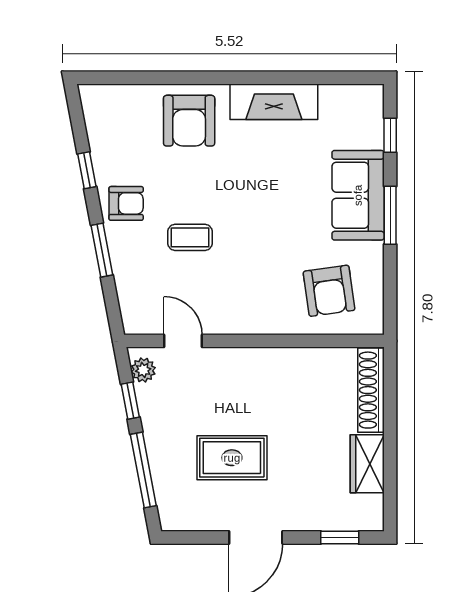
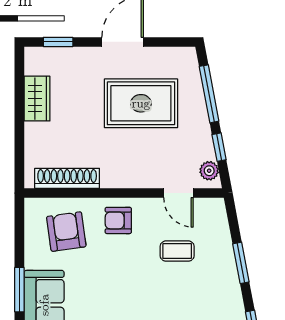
armchair: (126, 203) -> (118, 220), moved
coffee table: (190, 237) -> (177, 251), moved
shoe rack: (371, 390) -> (67, 178), moved, turned -90
rug: (232, 458) -> (141, 103), width x1.36, depth x1.43

